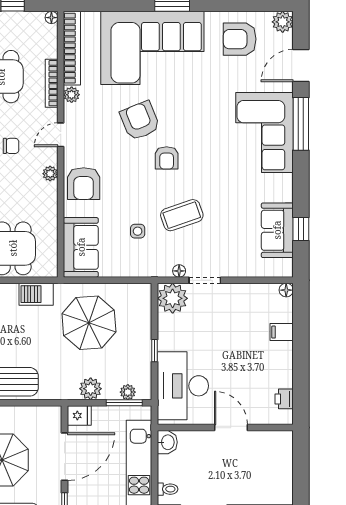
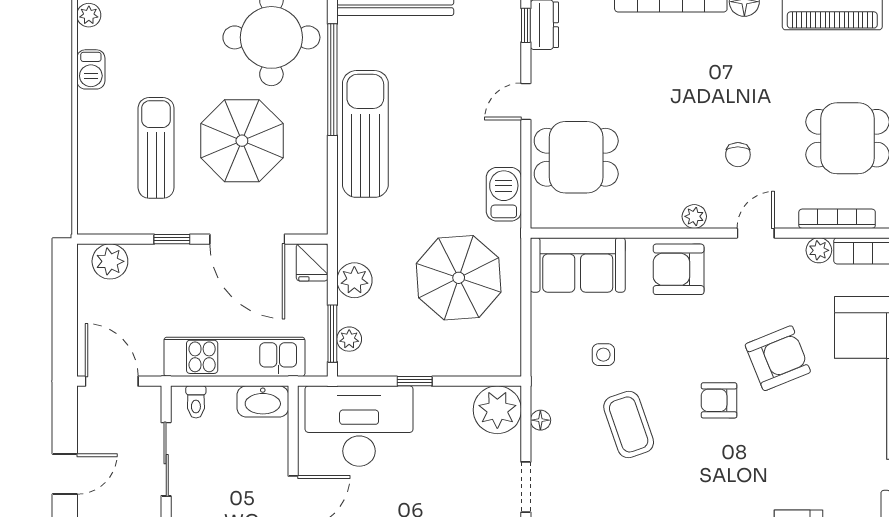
door: (61, 135) -> (756, 233), hinge flipped
doorway: (205, 280) -> (526, 487), moved
washbasin: (167, 442) -> (263, 401), width x1.38

